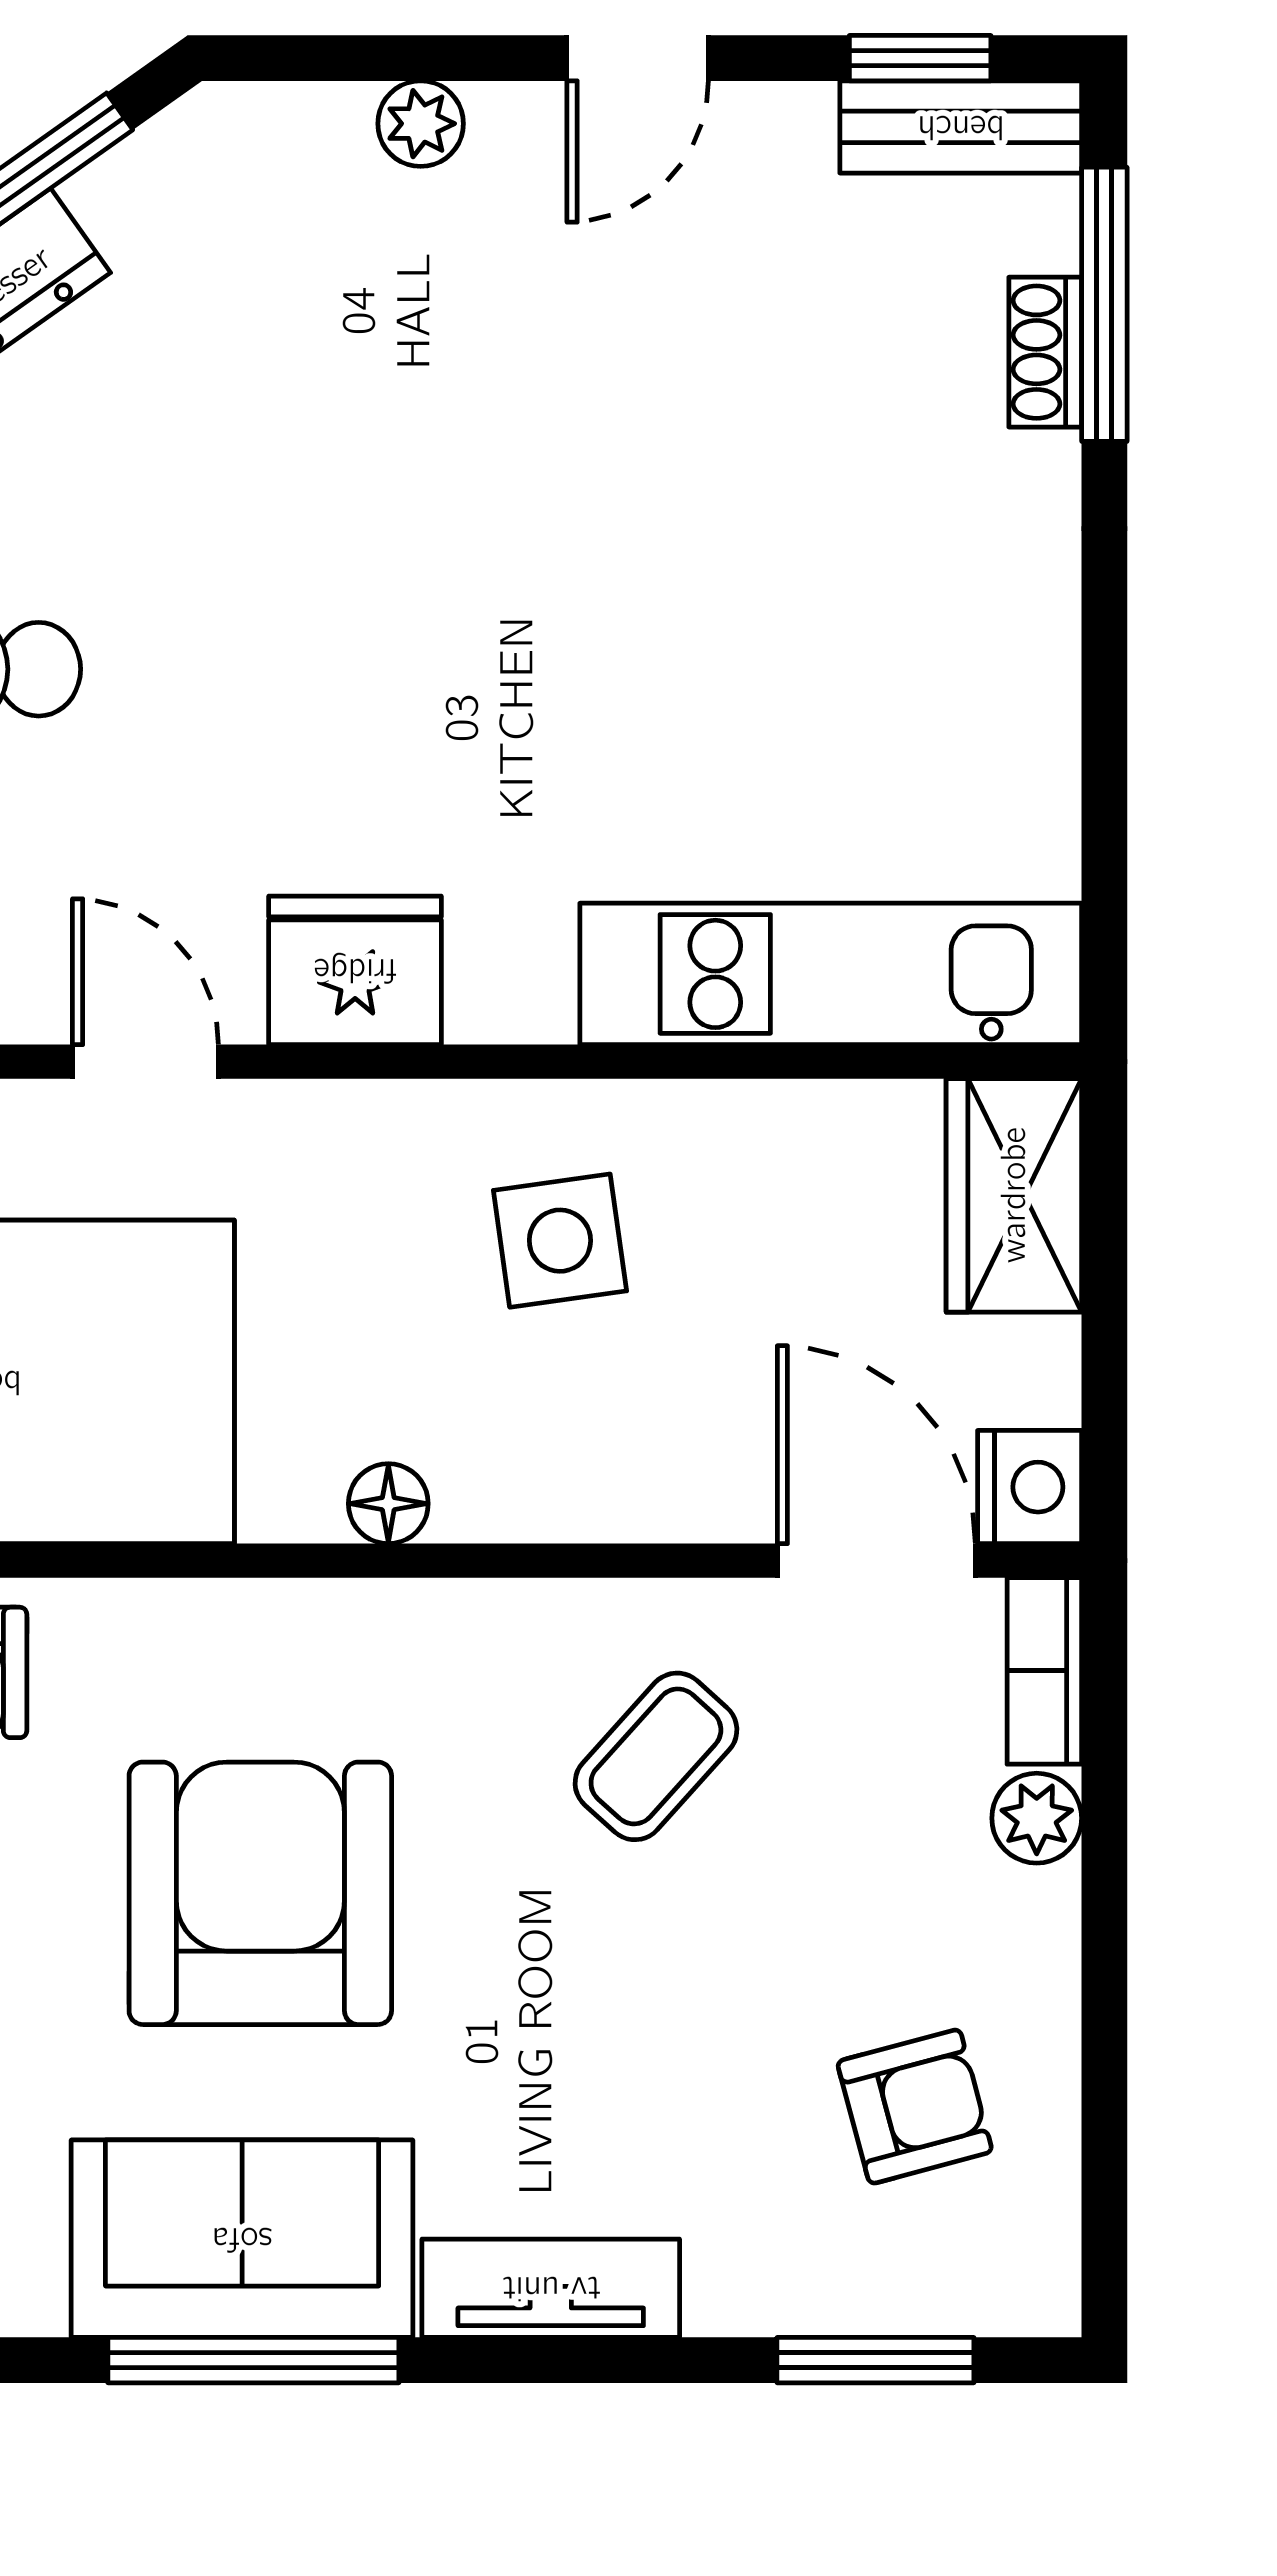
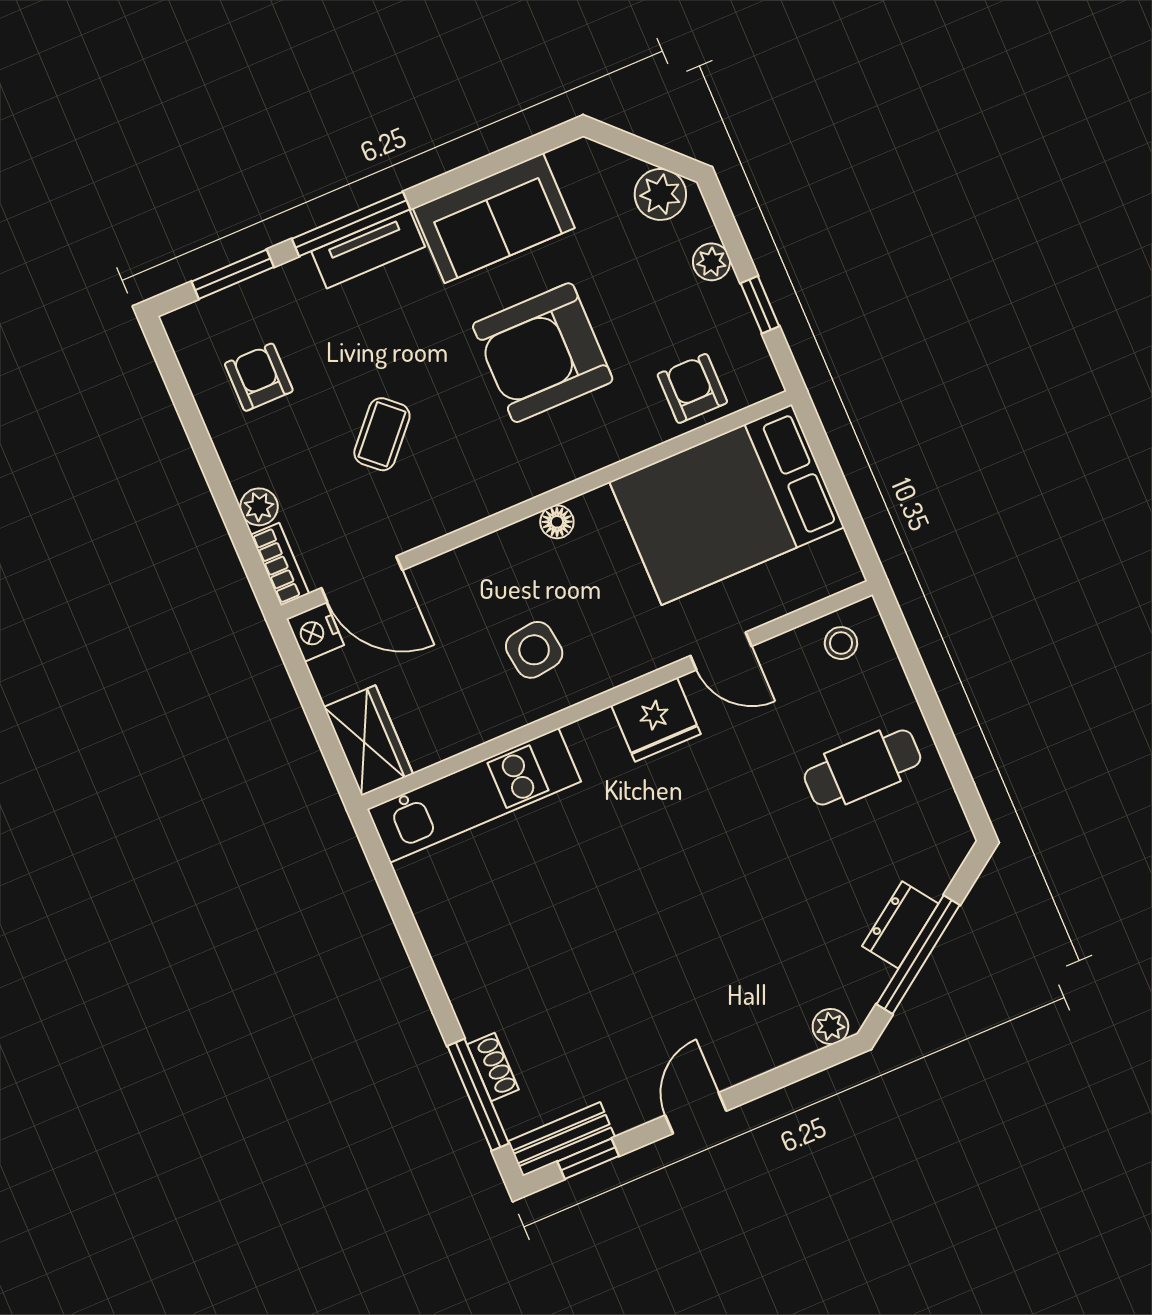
plant: (421, 124) -> (830, 1026), moved
coffee table: (656, 1756) -> (382, 434), moved
armchair: (260, 1893) -> (543, 353), turned 90
armchair: (915, 2107) -> (259, 377), turned 105
window: (253, 2360) -> (351, 224), moved

